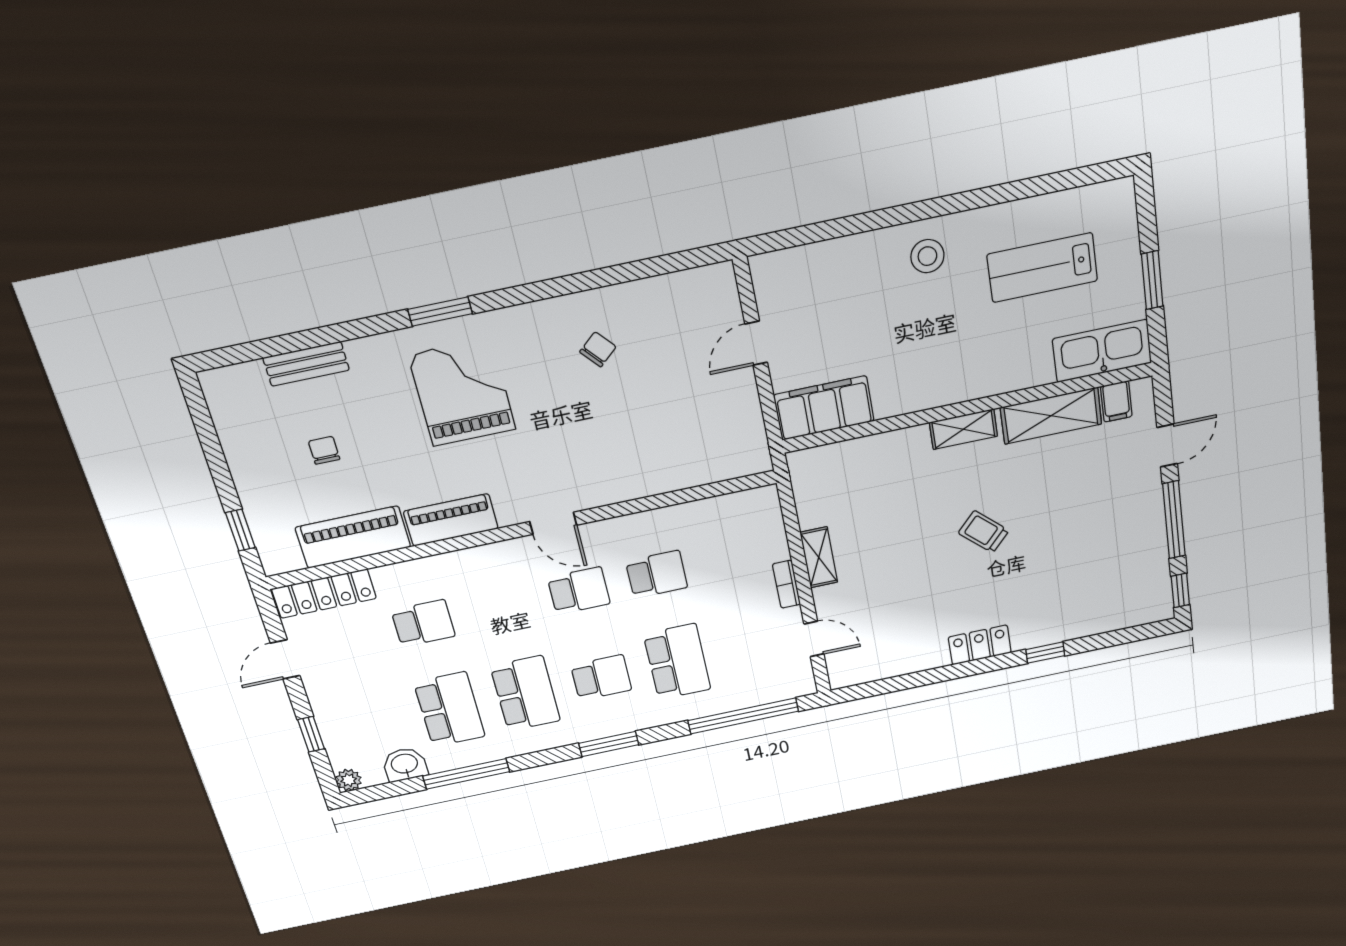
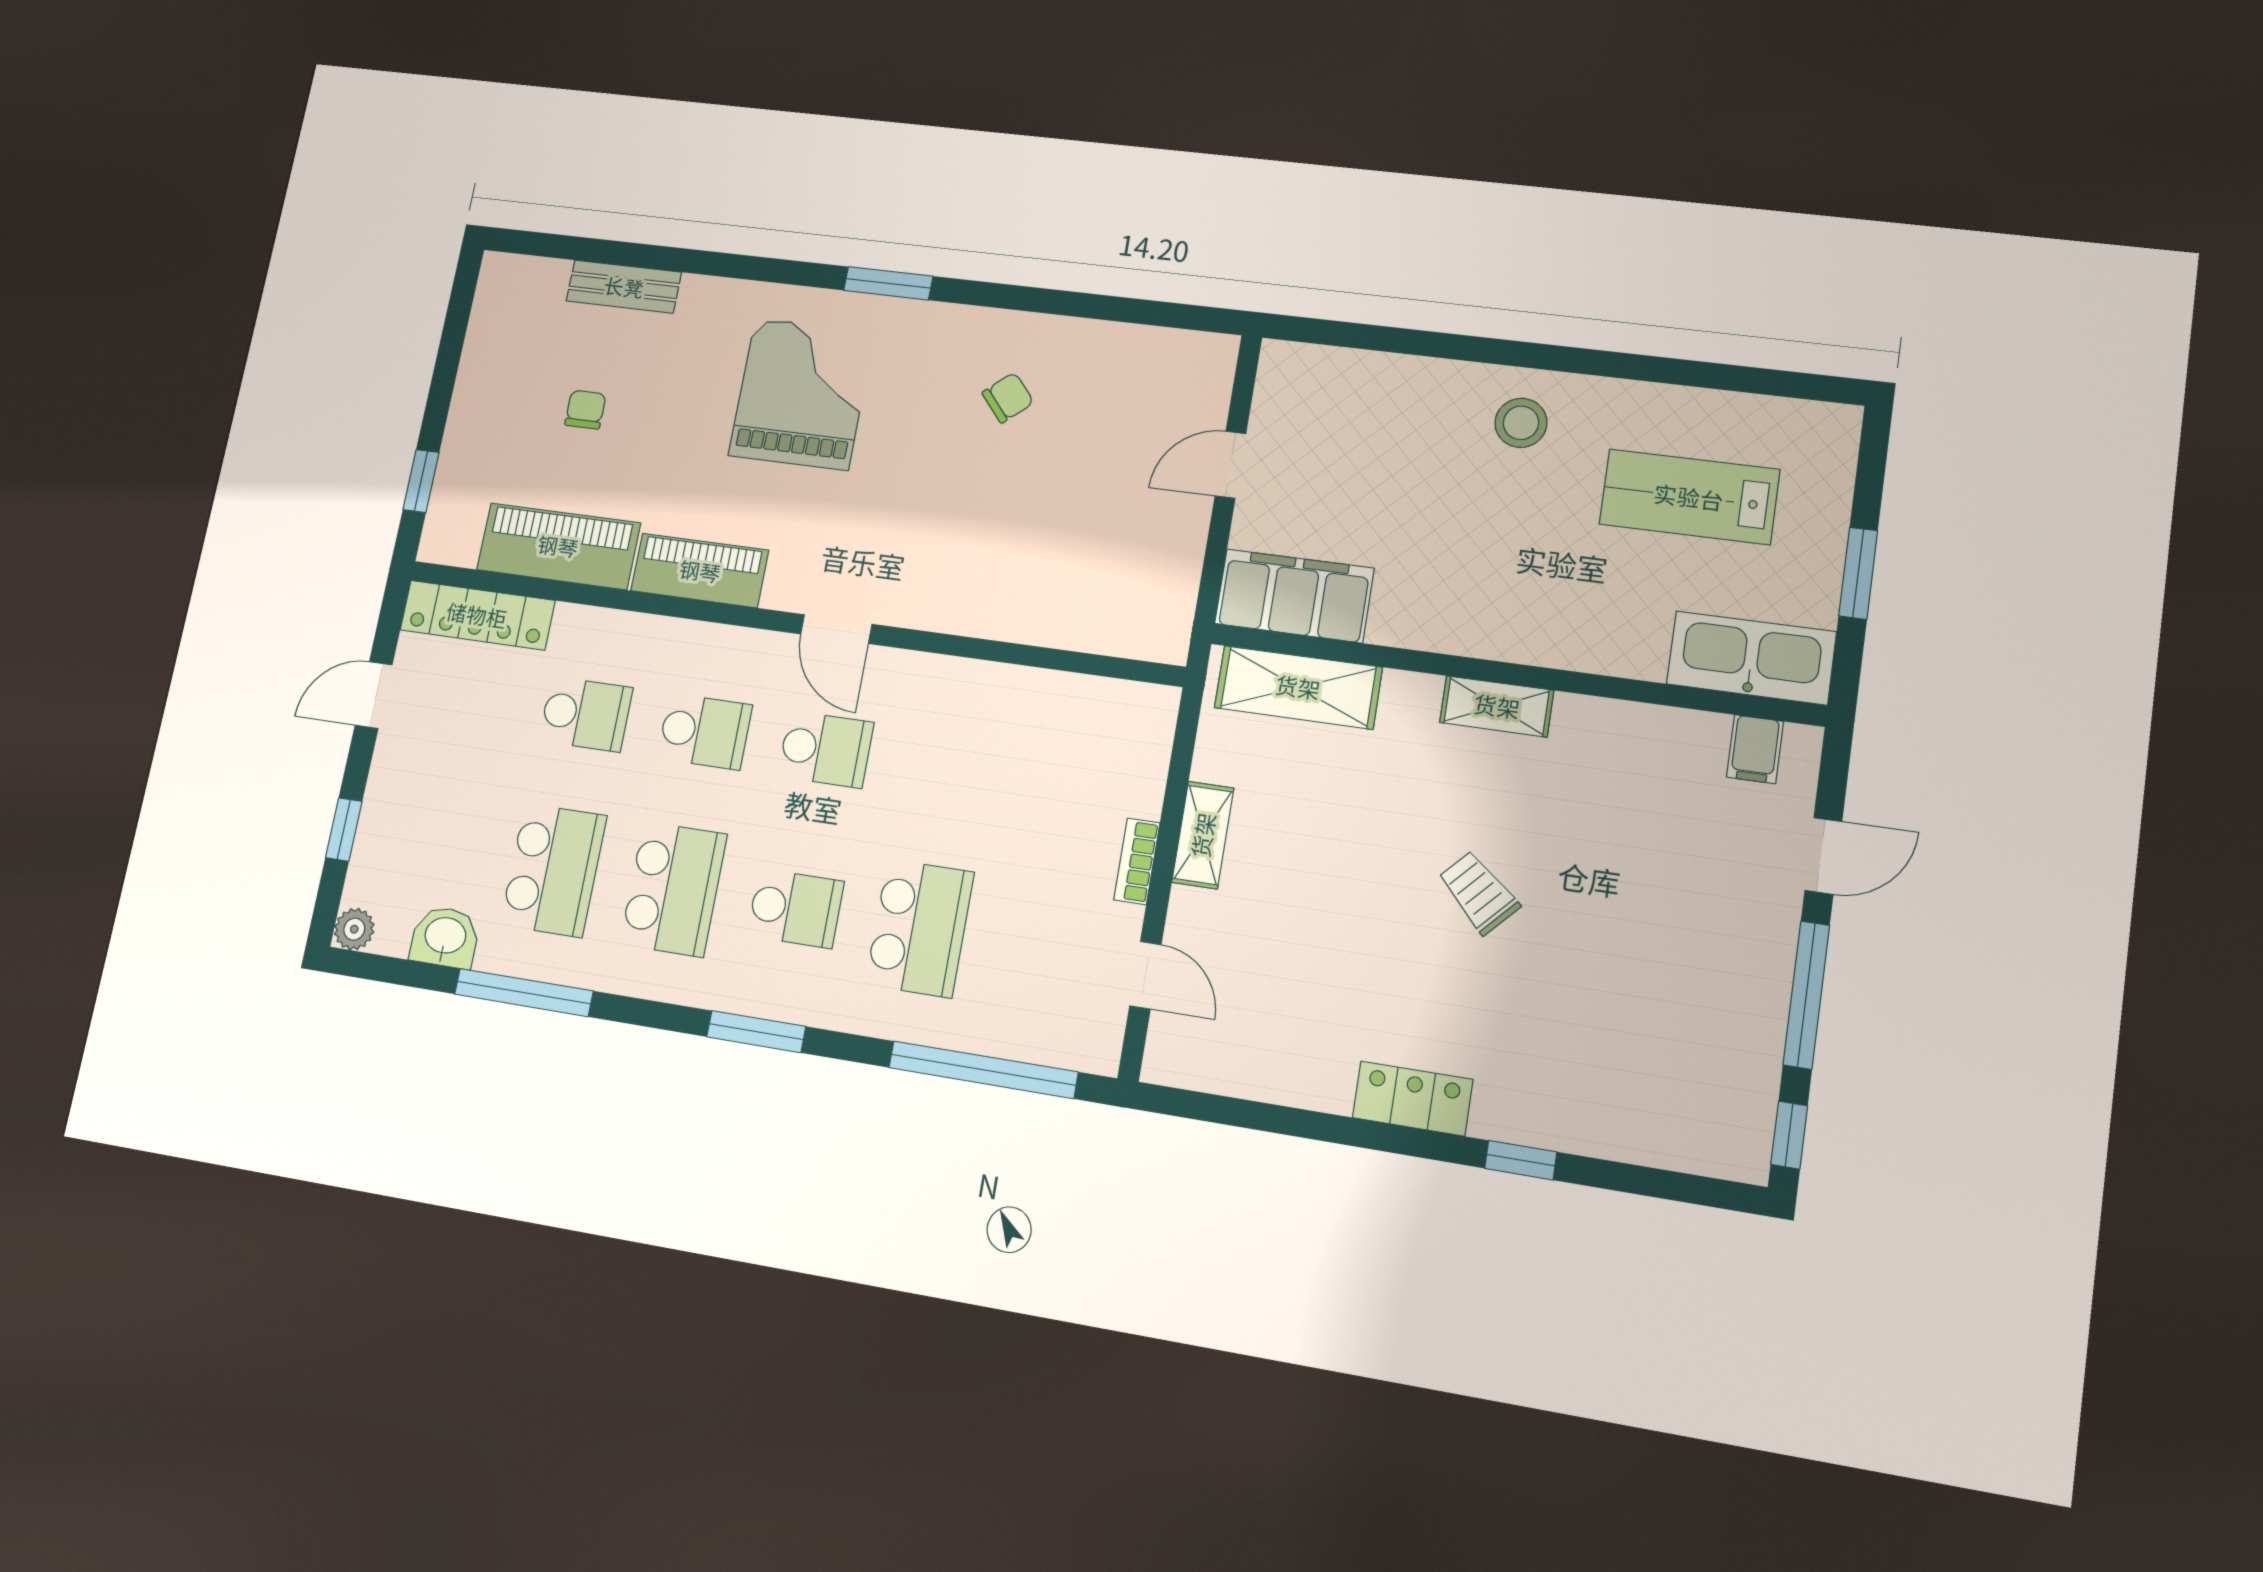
window: (440, 312) -> (888, 283), moved
shelving: (1051, 416) -> (1298, 687), moved
school desk: (657, 574) -> (705, 732), moved

